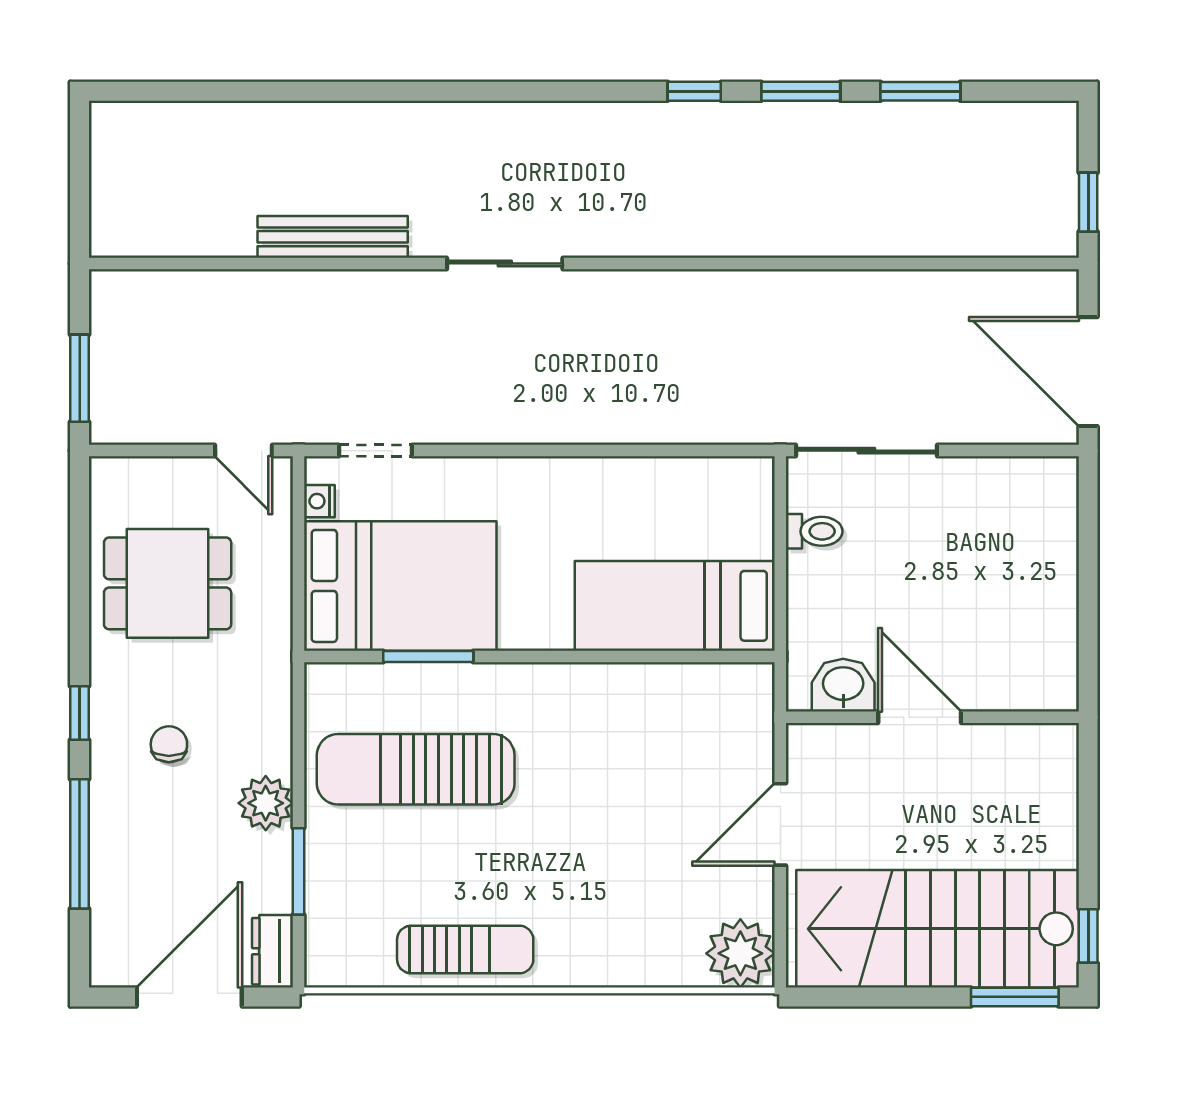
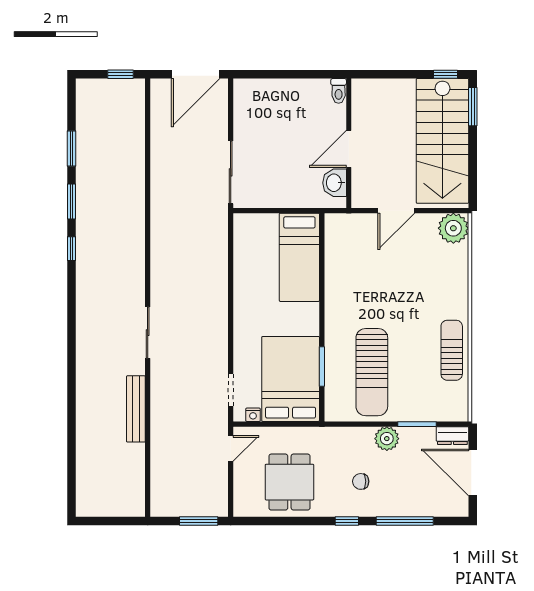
toilet: (814, 531) -> (339, 91), moved, turned 180
door: (780, 824) -> (396, 211), hinge flipped

